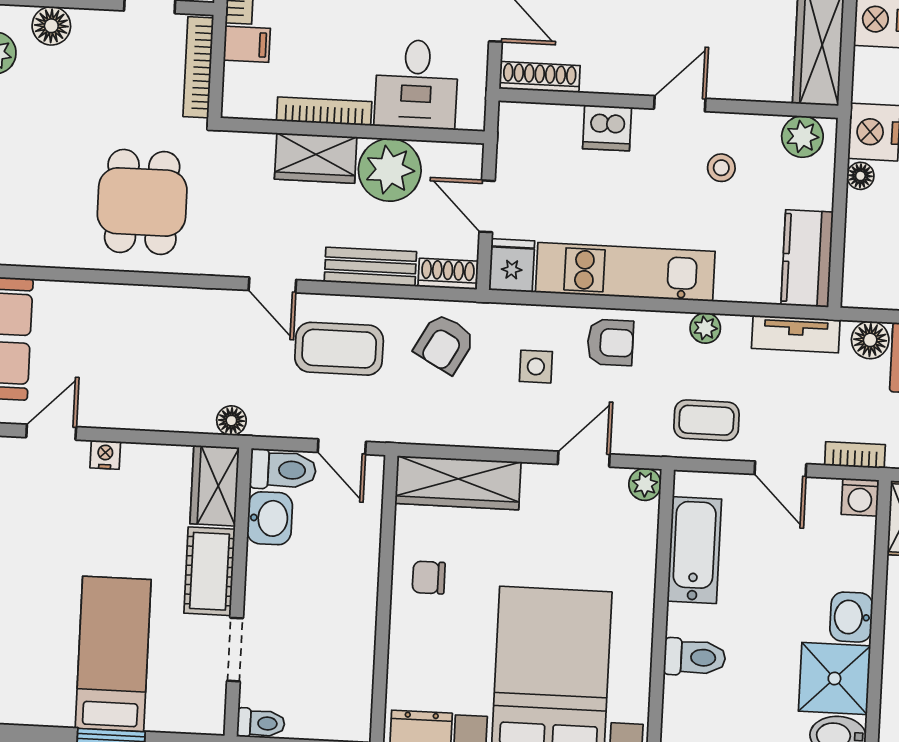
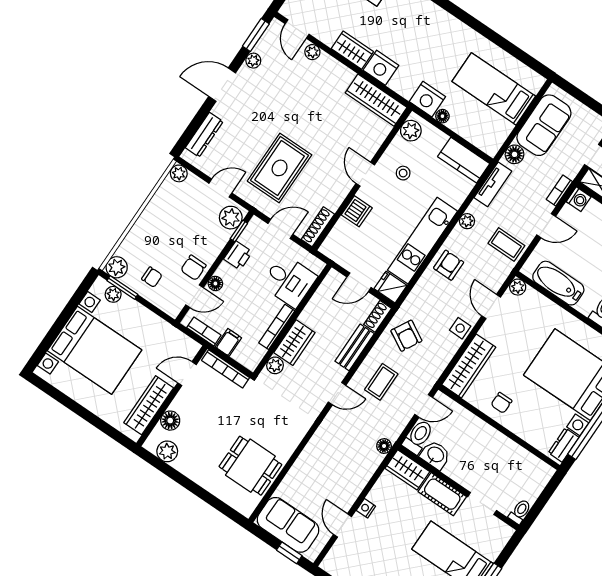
plant: (390, 170) -> (275, 365), moved, width x0.53, depth x0.53
dining table: (142, 202) -> (250, 466), moved
coffee table: (339, 349) -> (381, 382), width x0.73, depth x0.77
side table: (536, 367) -> (460, 328), moved
coffee table: (706, 420) -> (506, 244), turned 90

